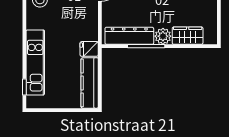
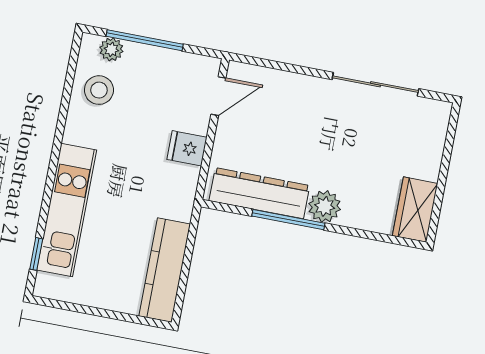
wardrobe: (188, 36) -> (415, 210), moved, turned -90
fridge: (89, 49) -> (187, 148), moved

